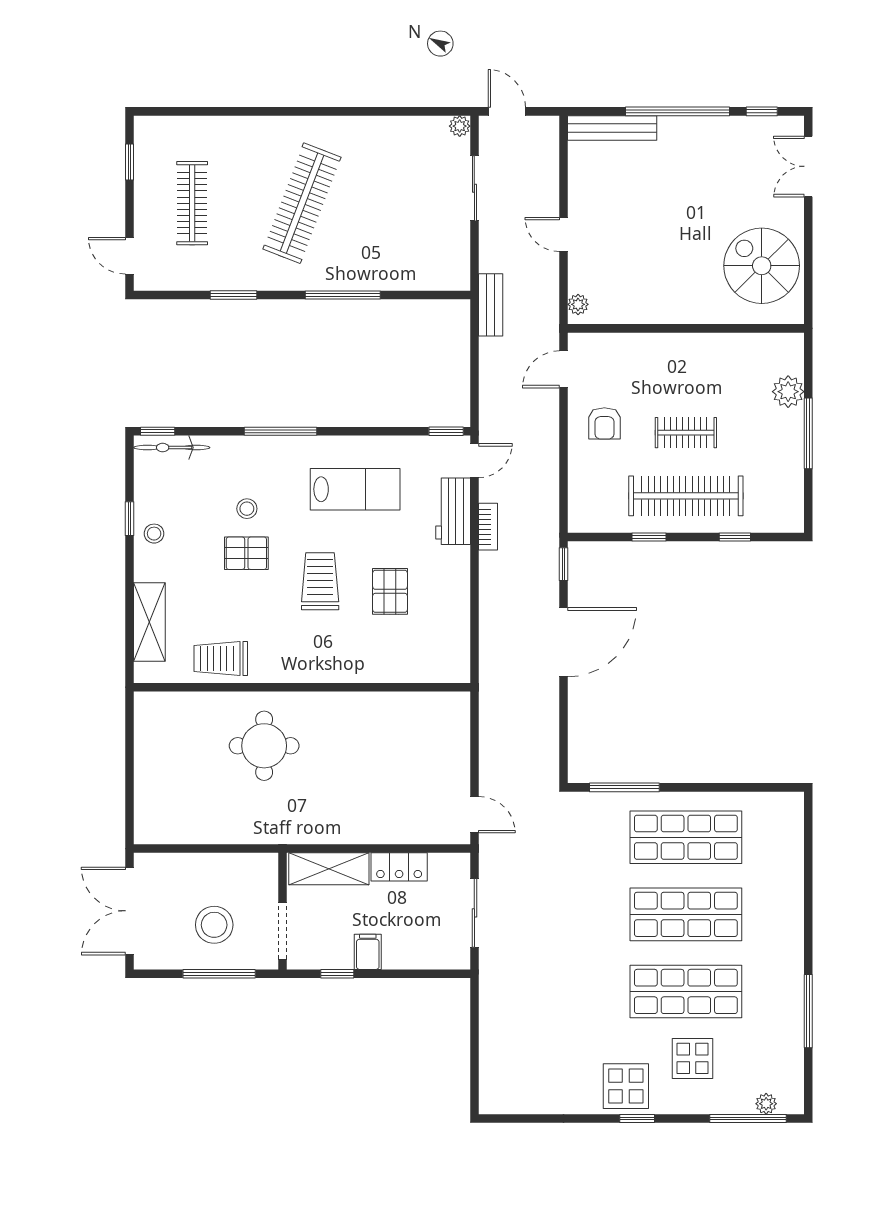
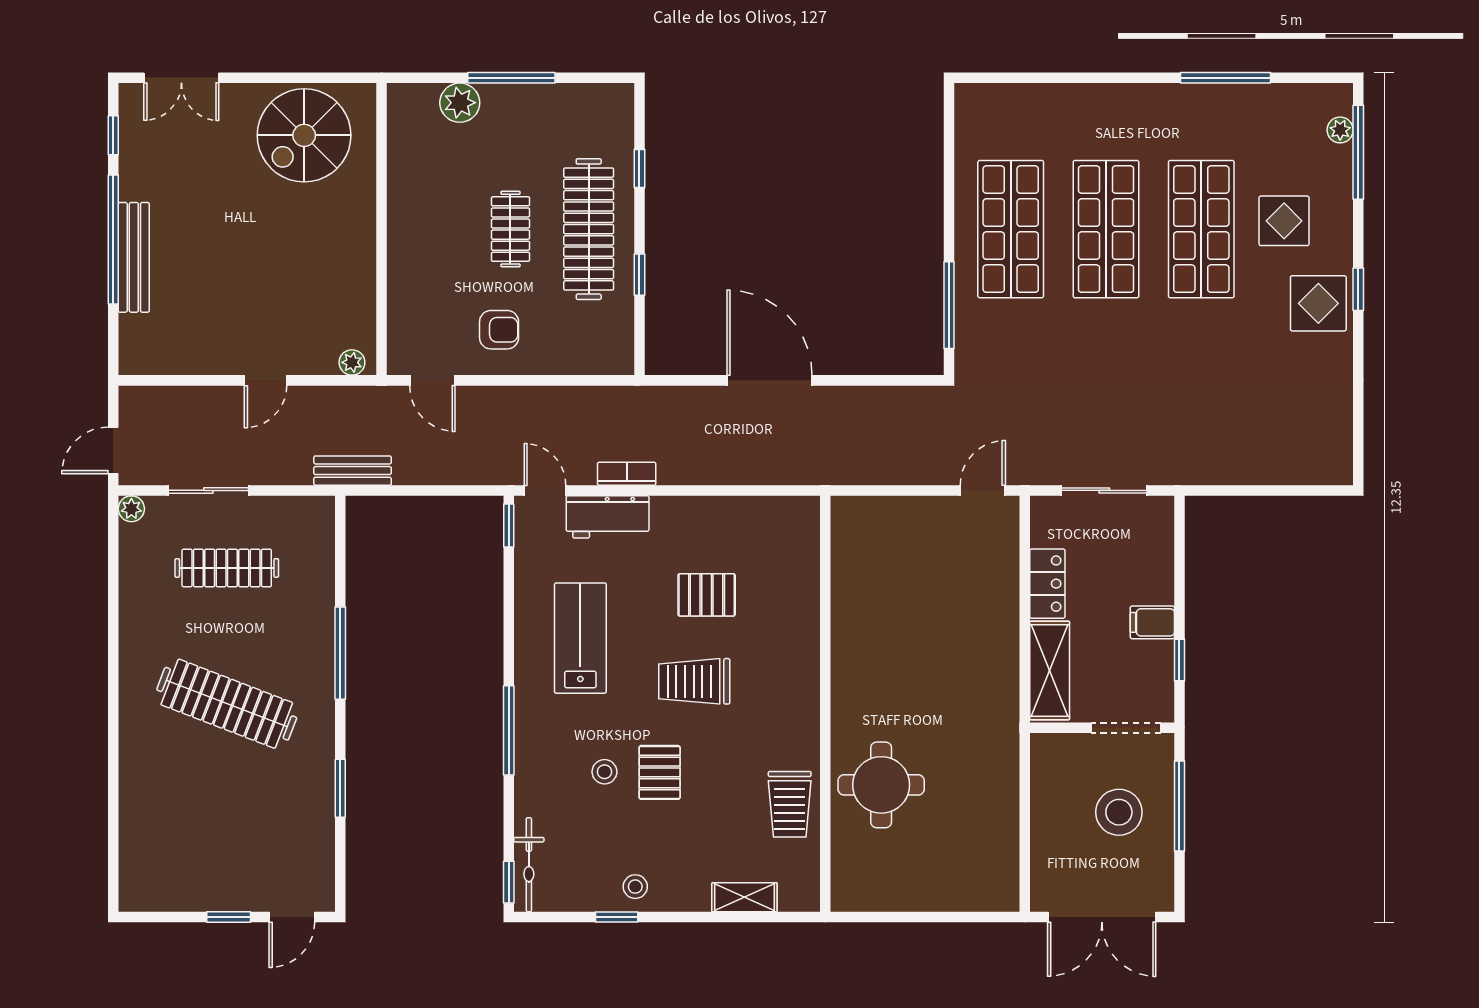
bench: (612, 128) -> (134, 257), moved
window: (129, 162) -> (229, 917), moved
clothes rail: (192, 203) -> (227, 568), moved
window: (563, 564) -> (673, 380), removed
shelving: (149, 622) -> (744, 897), width x0.67, depth x0.75
round table: (264, 746) -> (881, 785), moved

